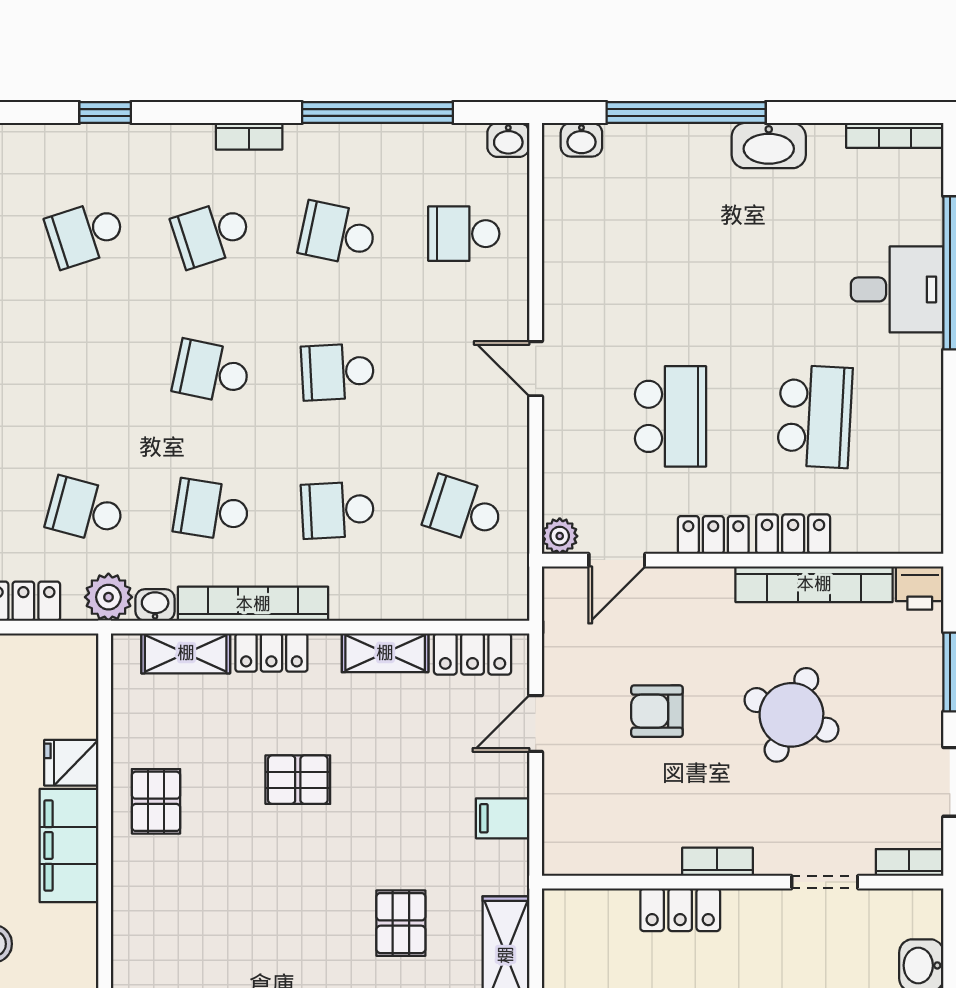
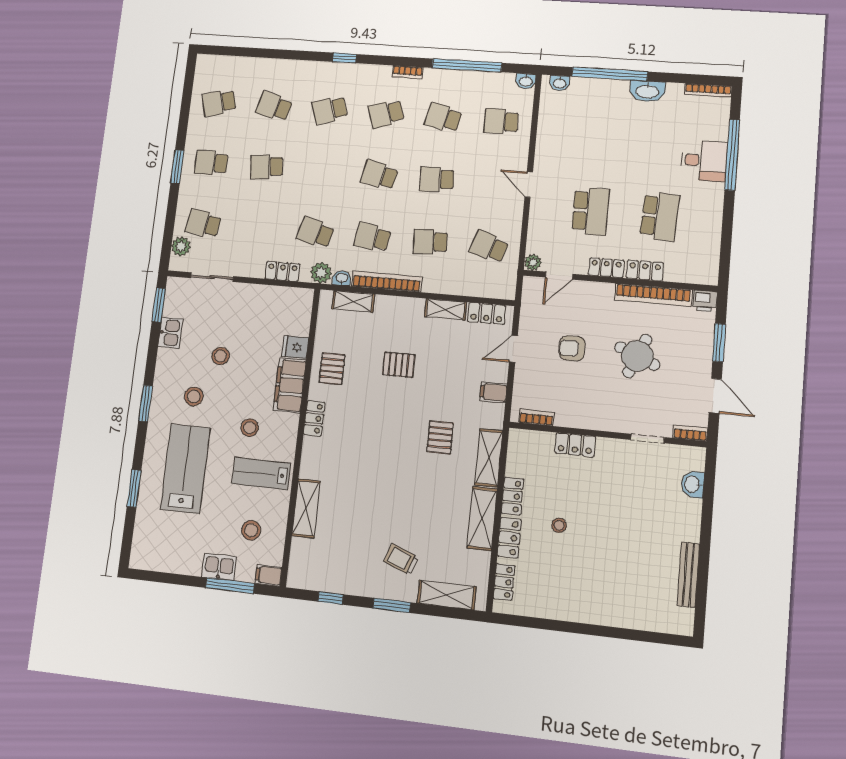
locker: (271, 653) -> (314, 418), moved, turned -90
bookcase: (717, 862) -> (536, 417), moved

